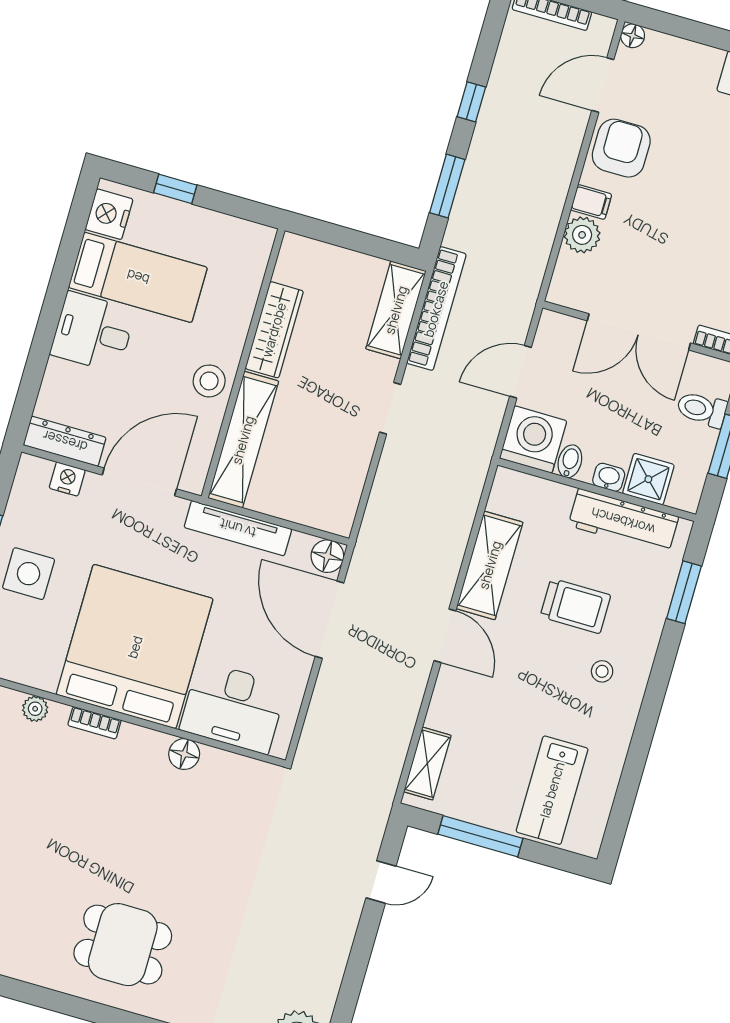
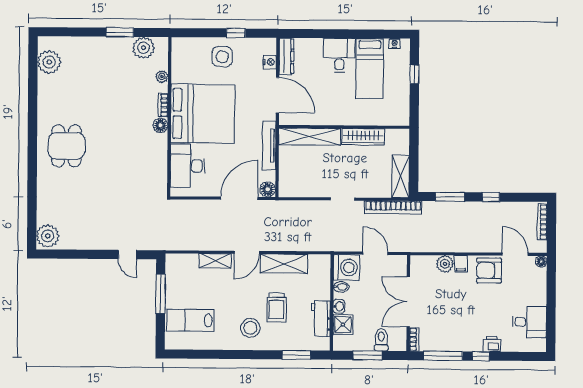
armchair: (621, 148) -> (489, 271), turned 180
nightstand: (109, 214) -> (395, 44), width x0.53, depth x0.56
shelving: (396, 310) -> (401, 176), moved, turned 90
stool: (209, 381) -> (332, 114), removed
workbench: (623, 521) -> (321, 319), width x0.73
stool: (602, 671) -> (250, 328), width x1.89, depth x1.89
floor lamp: (184, 754) -> (160, 125), moved
shelving: (427, 764) -> (215, 261), moved

